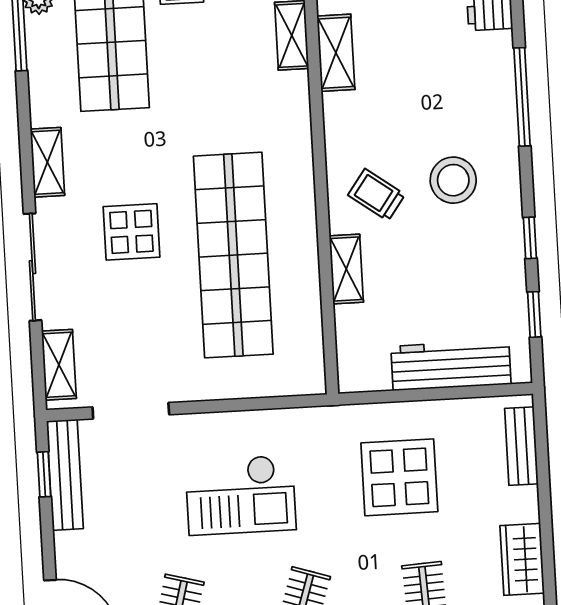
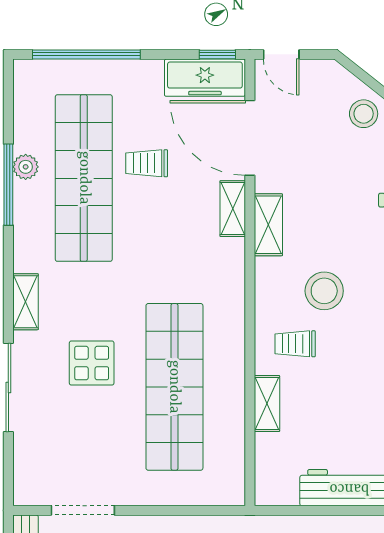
stool: (453, 180) -> (324, 291), moved
trolley: (376, 195) -> (295, 344), turned -36
shelving: (59, 365) -> (26, 469), removed

